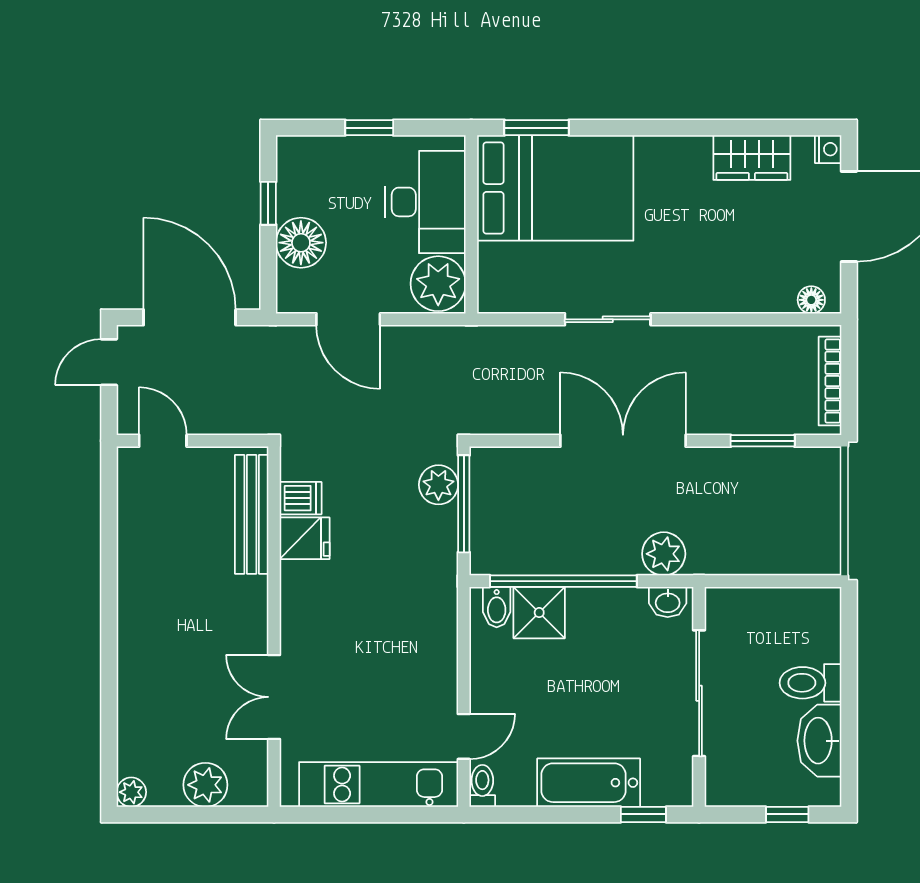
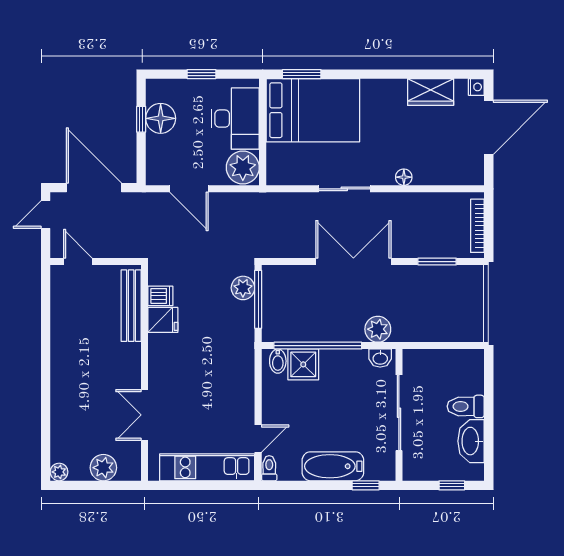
floor lamp: (301, 243) -> (161, 118), moved
floor lamp: (811, 300) -> (404, 177), moved

